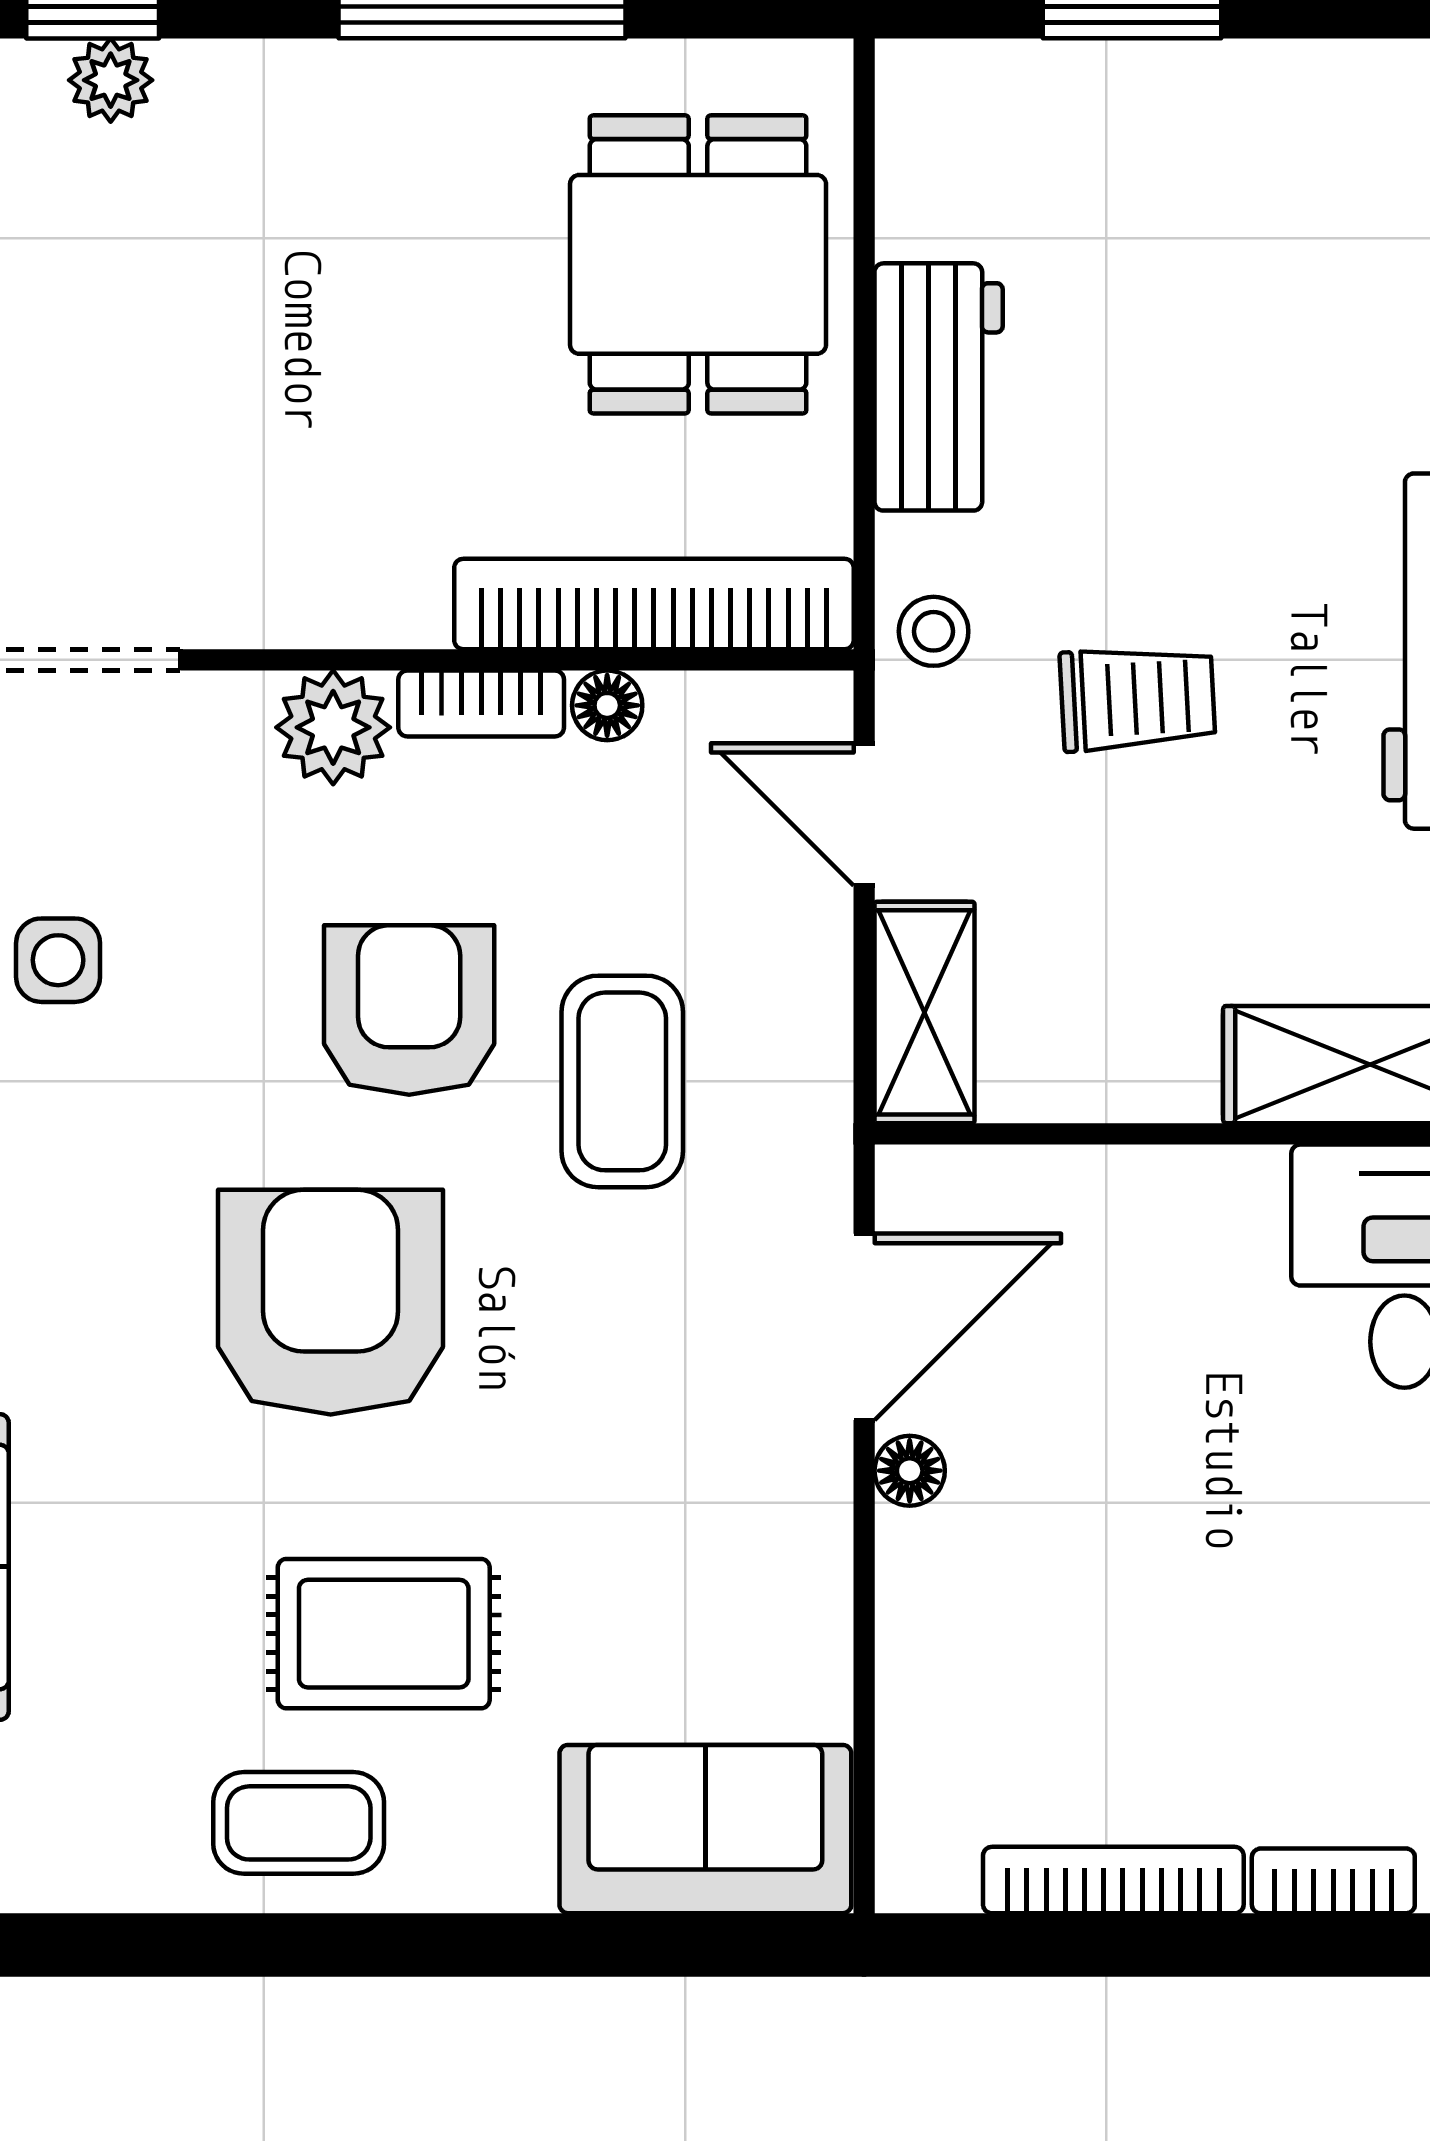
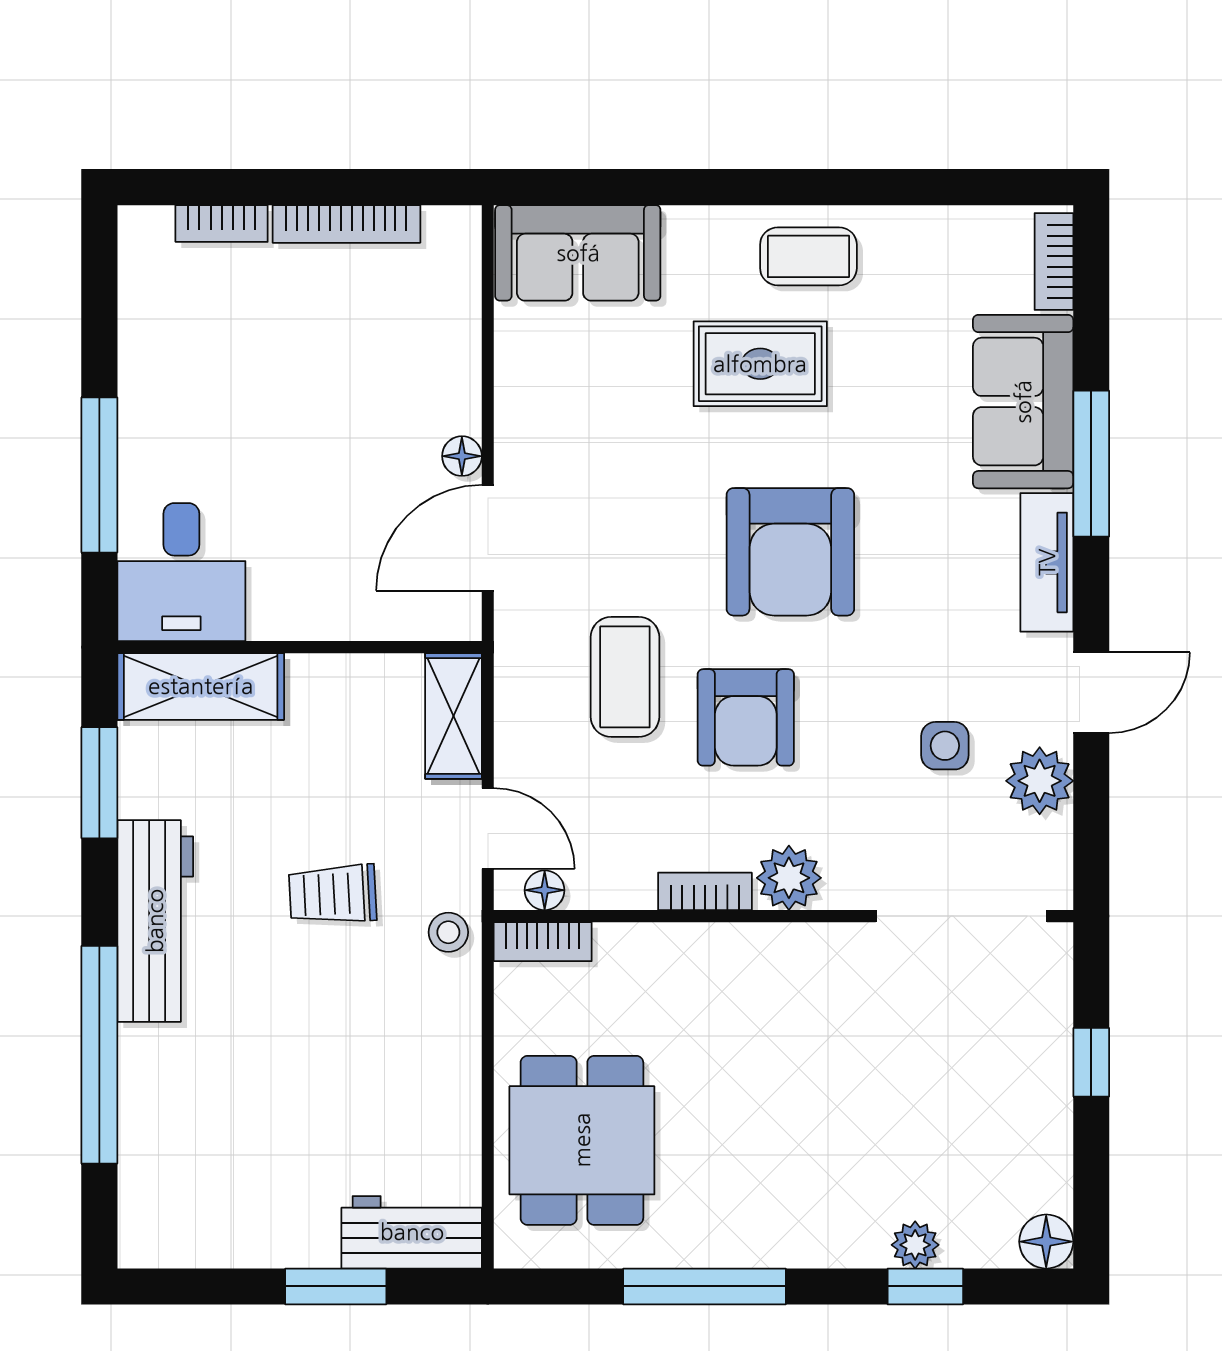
workbench: (939, 387) -> (412, 1232), moved, turned 90
bookcase: (654, 604) -> (543, 942), width x0.43, depth x0.76
floor lamp: (607, 705) -> (545, 890), moved

